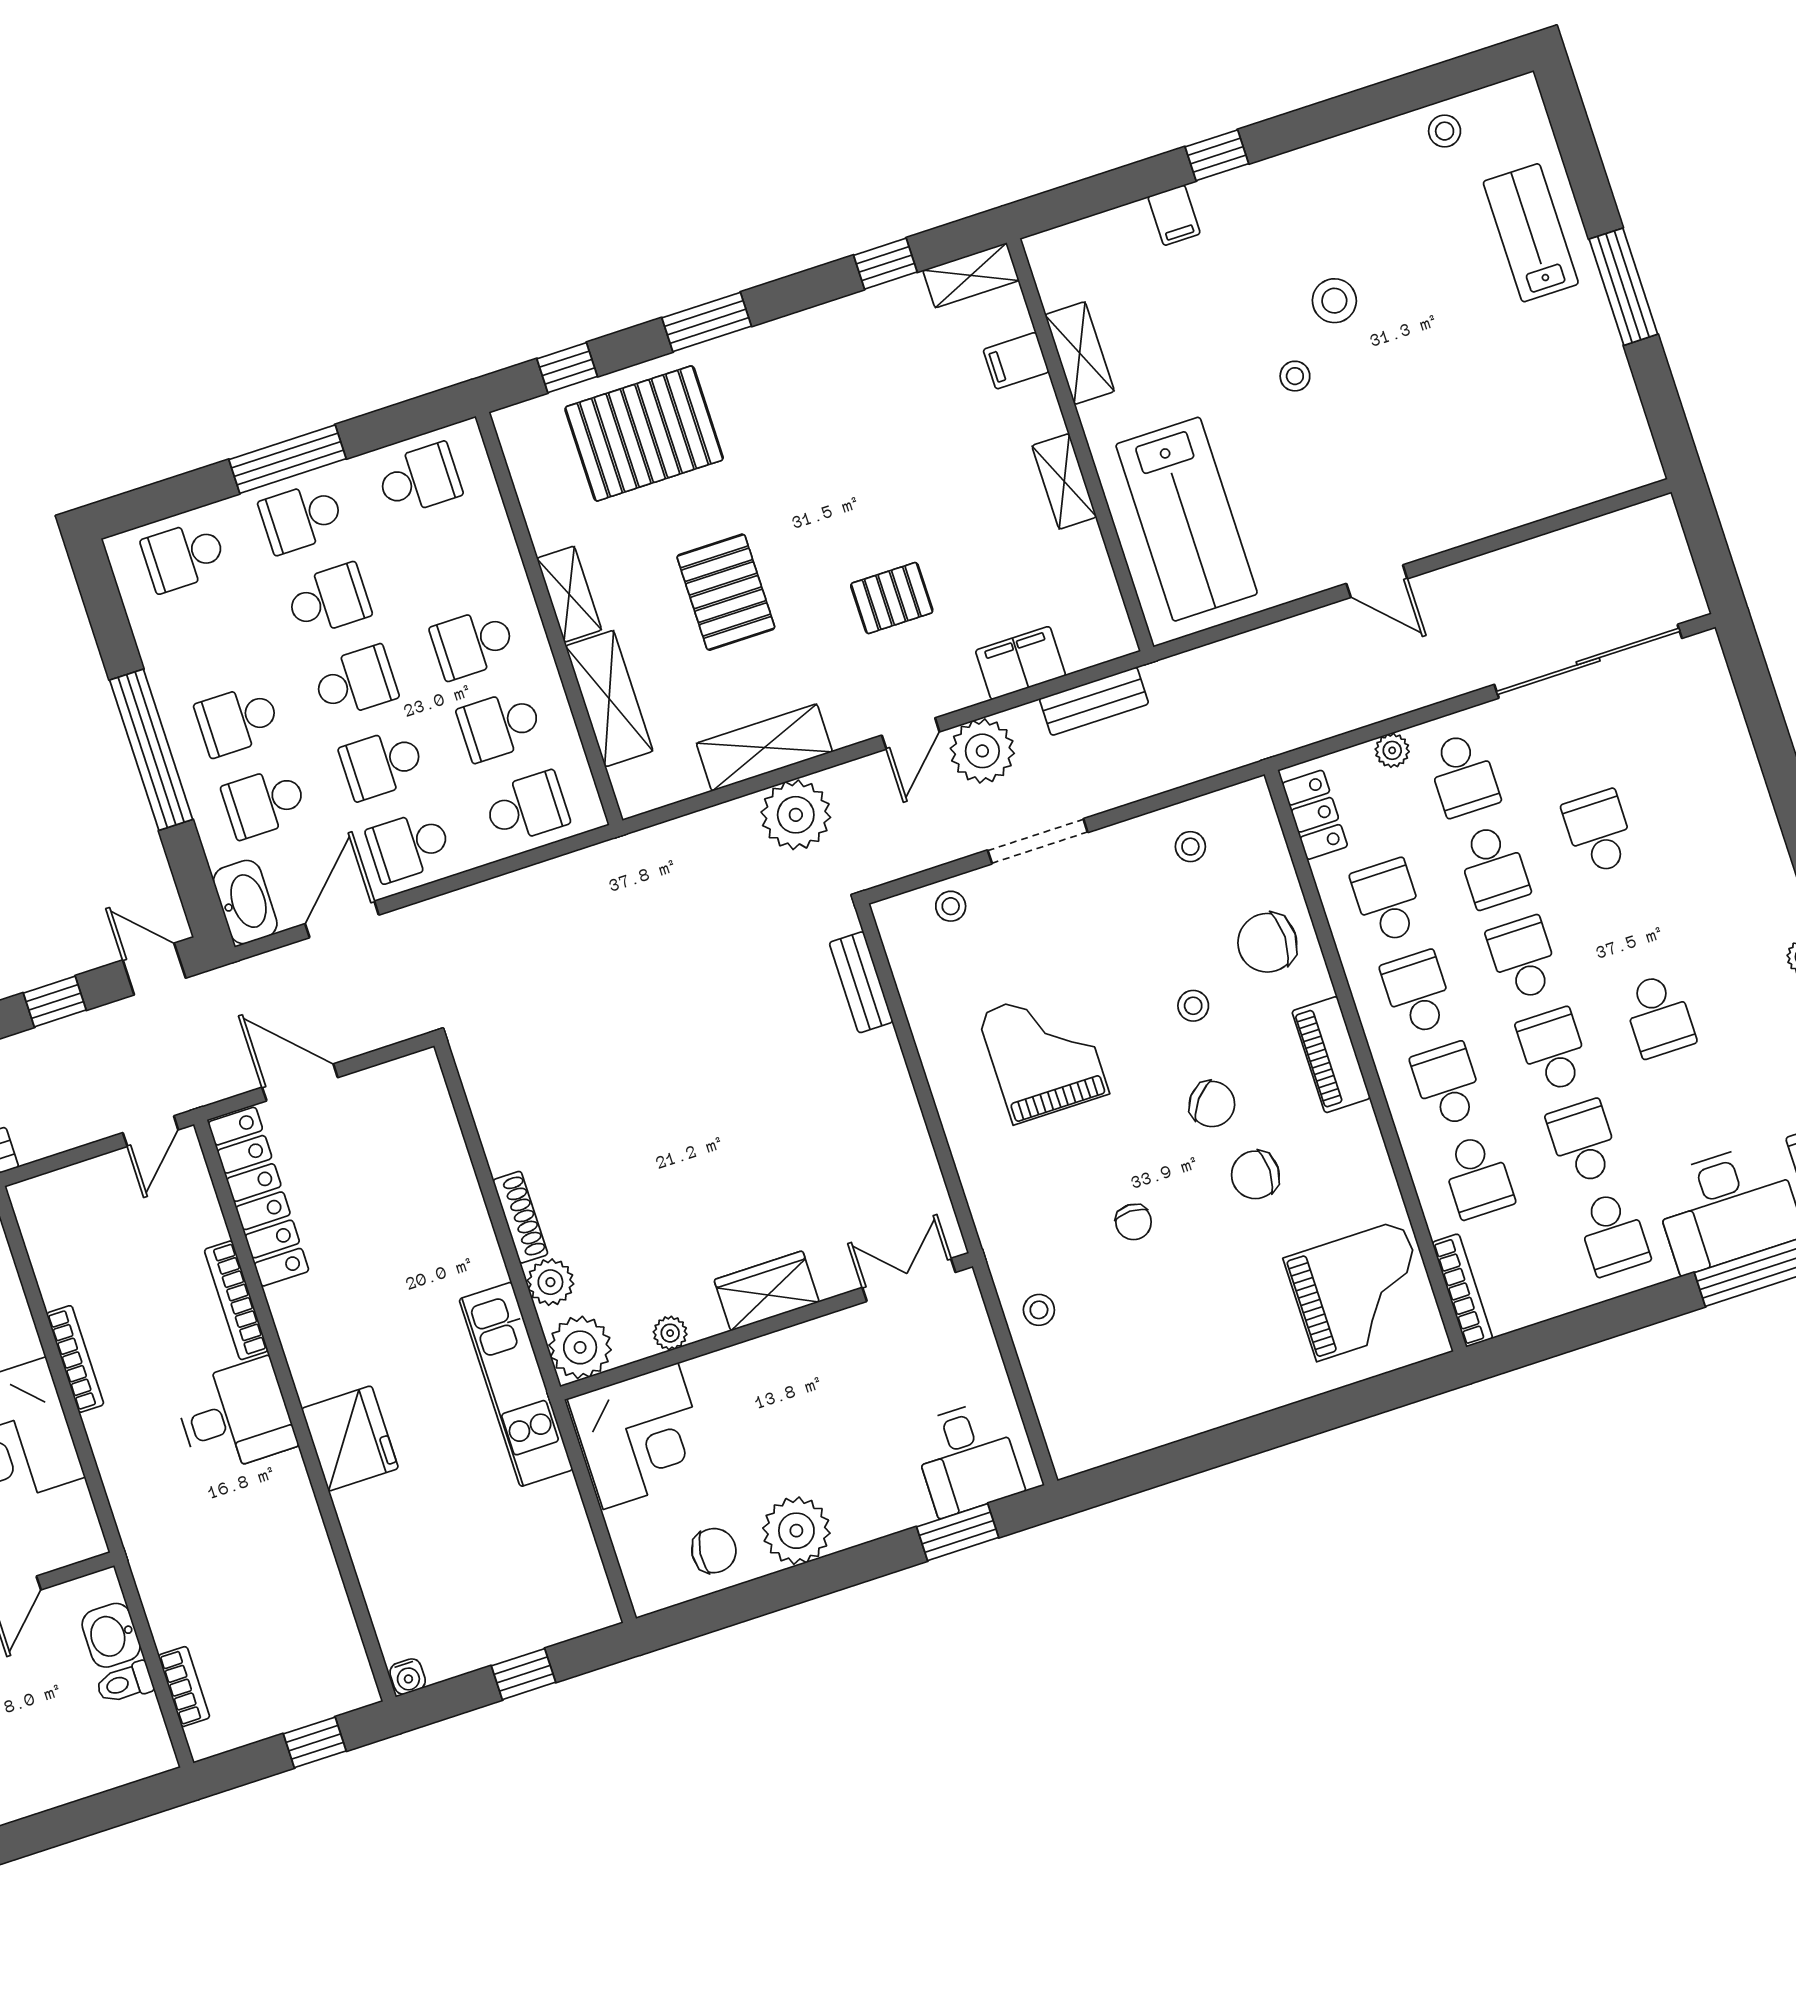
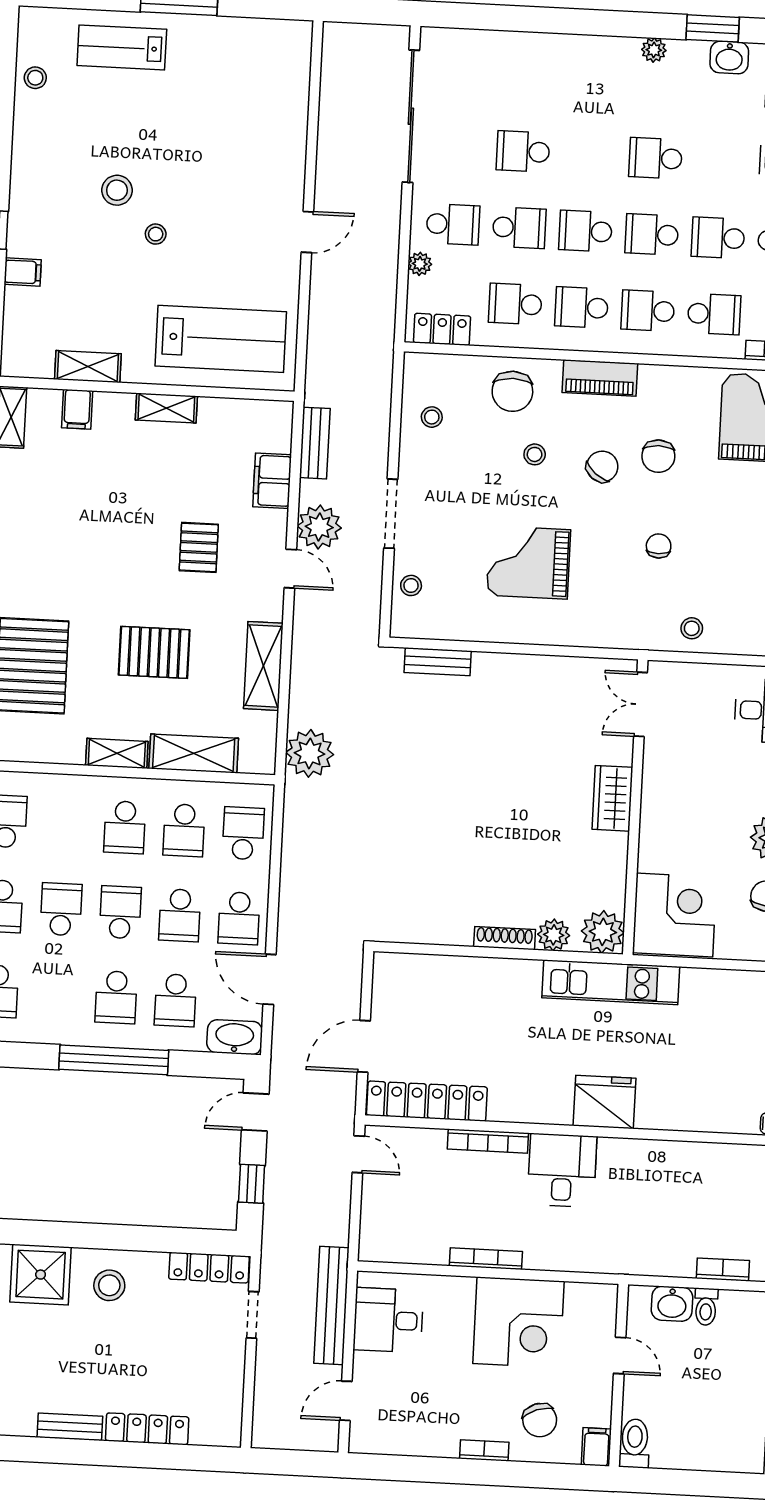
plant: (796, 815) -> (310, 753), moved
school desk: (1659, 1016) -> (656, 158), turned 180
chair: (1133, 1222) -> (659, 546), turned -90
plant: (670, 1333) -> (616, 871), removed

